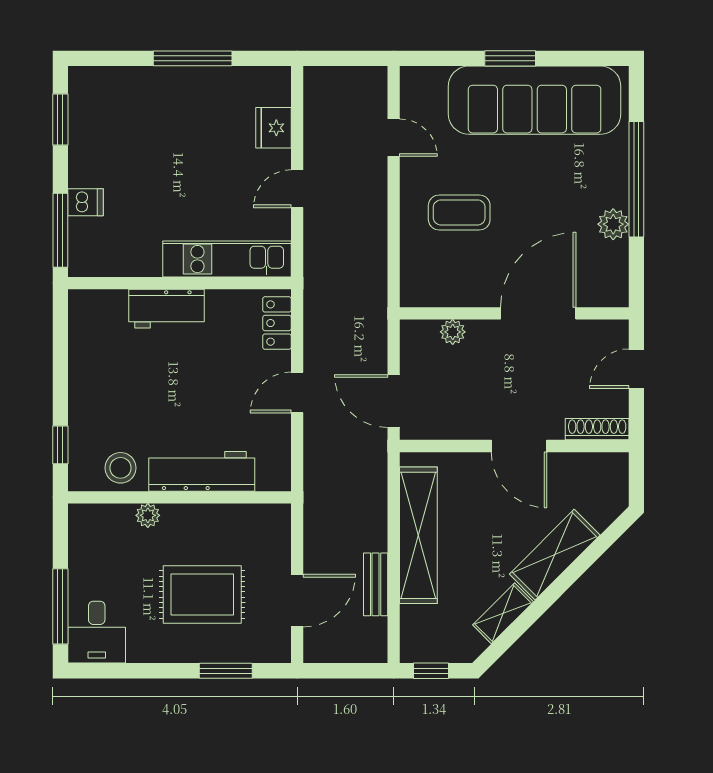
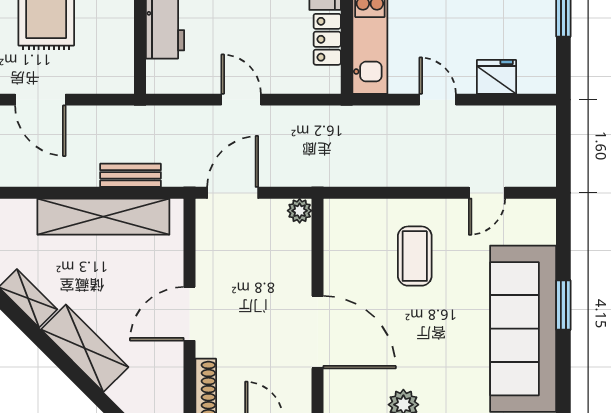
locker: (277, 323) -> (327, 39), moved, turned -90
plant: (453, 332) -> (300, 211), moved
bench: (376, 584) -> (131, 175), moved

